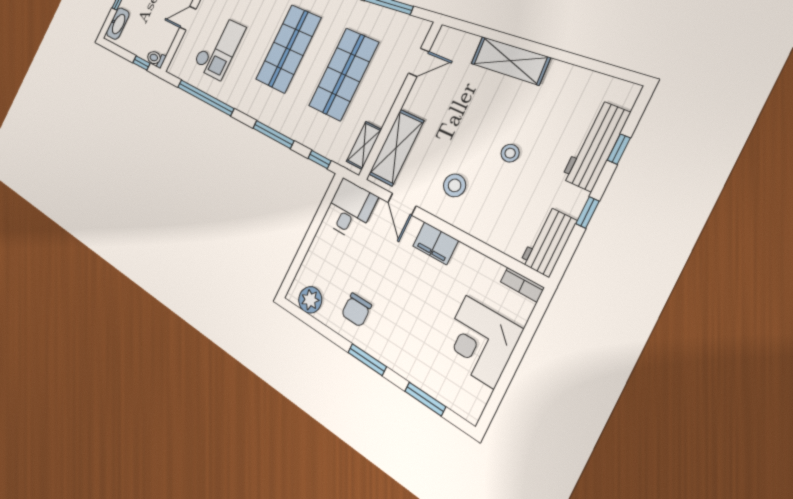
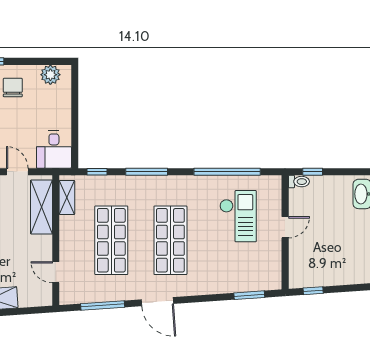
checkout: (219, 47) -> (238, 216), turned 180
door: (419, 62) -> (56, 272), hinge flipped

